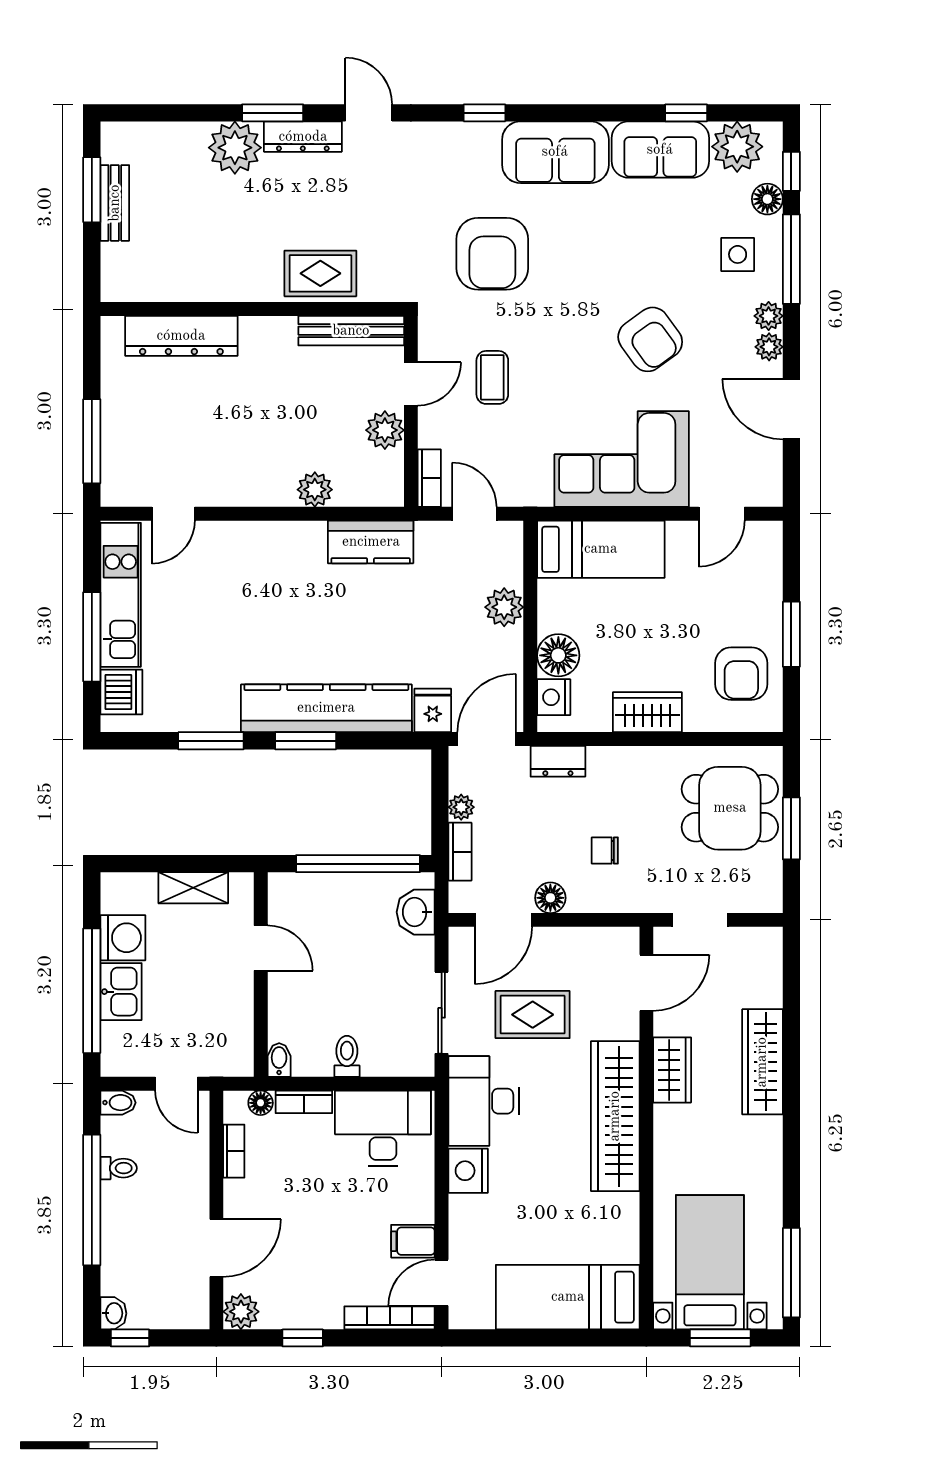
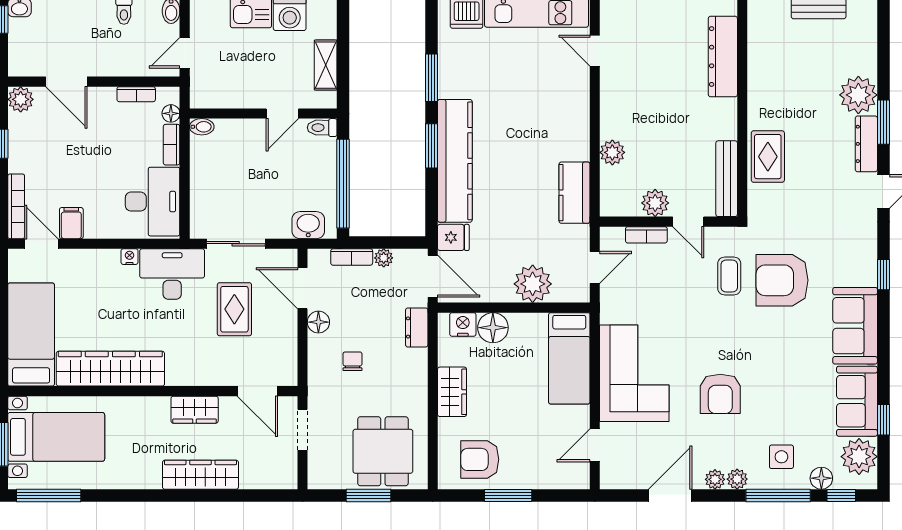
armchair: (650, 339) -> (720, 394), turned -54
coffee table: (492, 377) -> (729, 276), moved, turned 90
bookcase: (429, 478) -> (646, 235), moved
door: (722, 514) -> (595, 445), hinge flipped
plant: (504, 607) -> (533, 284), width x1.36, depth x1.36
toilet: (347, 1056) -> (322, 128), moved, turned 180
wardrobe: (615, 1116) -> (110, 369), moved
nightstand: (468, 1171) -> (129, 257), width x0.53, depth x0.56

